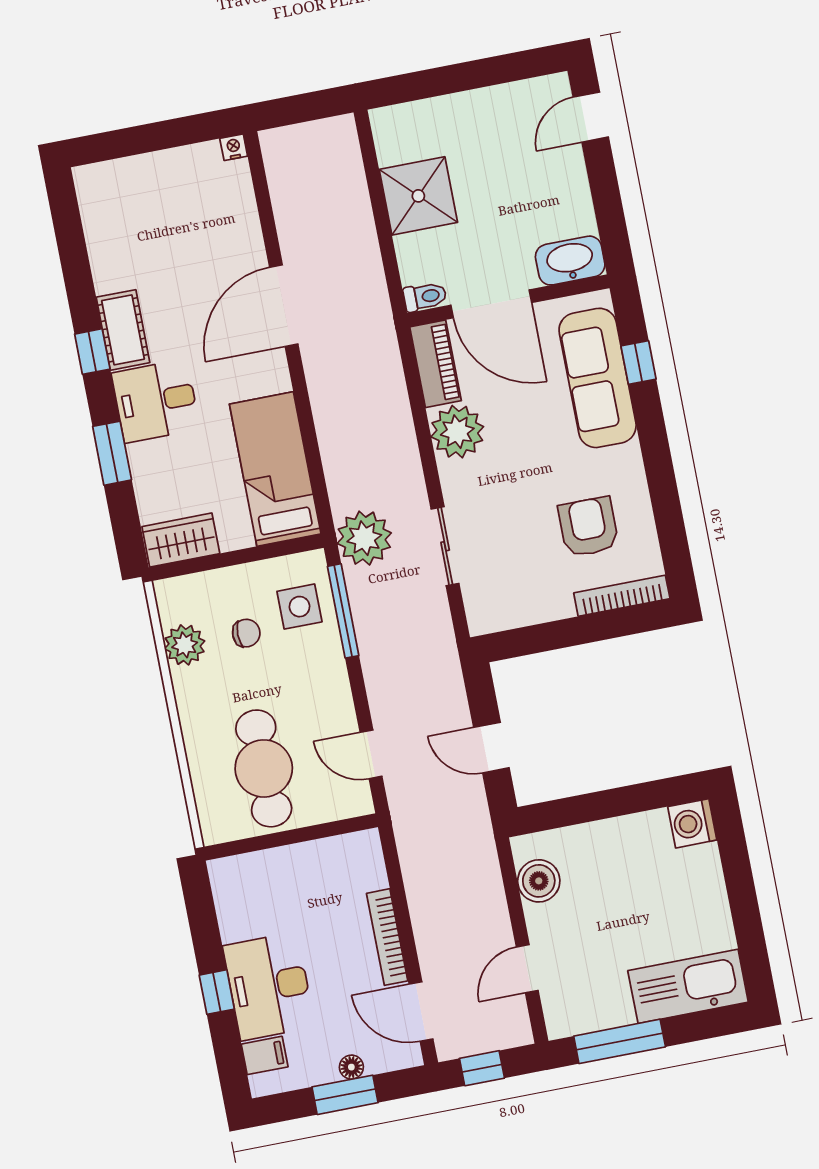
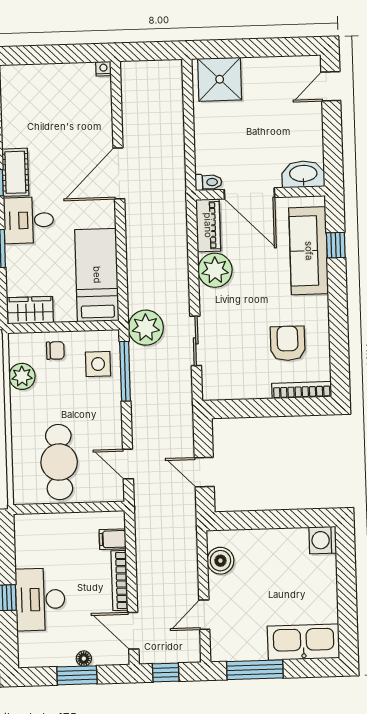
shower: (418, 196) -> (220, 79), moved
chair: (246, 633) -> (55, 350), moved
filing cabinet: (265, 1055) -> (113, 539), moved, turned 180

